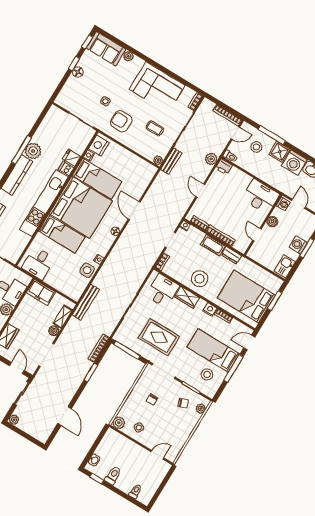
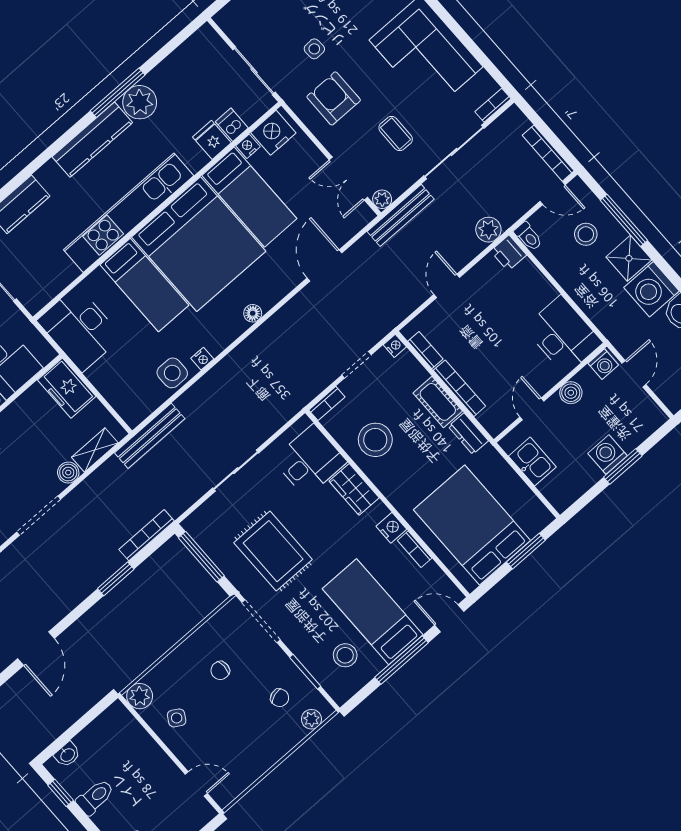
double door: (140, 156) -> (348, 179), added
bench: (171, 161) -> (401, 215), width x1.36
dishwasher: (66, 168) -> (232, 125), moved
door: (134, 211) -> (324, 265), moved
desk: (38, 263) -> (80, 329), width x1.37
kitchen sink: (285, 266) -> (532, 462), moved, turned 90
stool: (200, 279) -> (375, 440), moved

